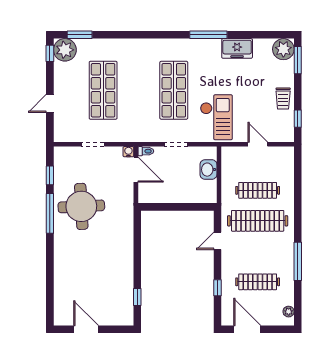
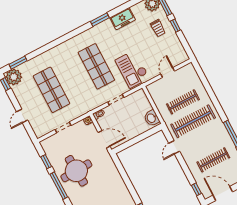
window: (208, 35) -> (100, 20), width x0.69
trolley: (283, 99) -> (158, 28), moved
checkout: (216, 117) -> (132, 69), turned 180
window: (298, 119) -> (175, 26), moved
door: (258, 144) -> (168, 73), hinge flipped
door: (136, 170) -> (104, 139), moved
washbasin: (208, 170) -> (152, 118), moved
window: (218, 288) -> (196, 189), moved

